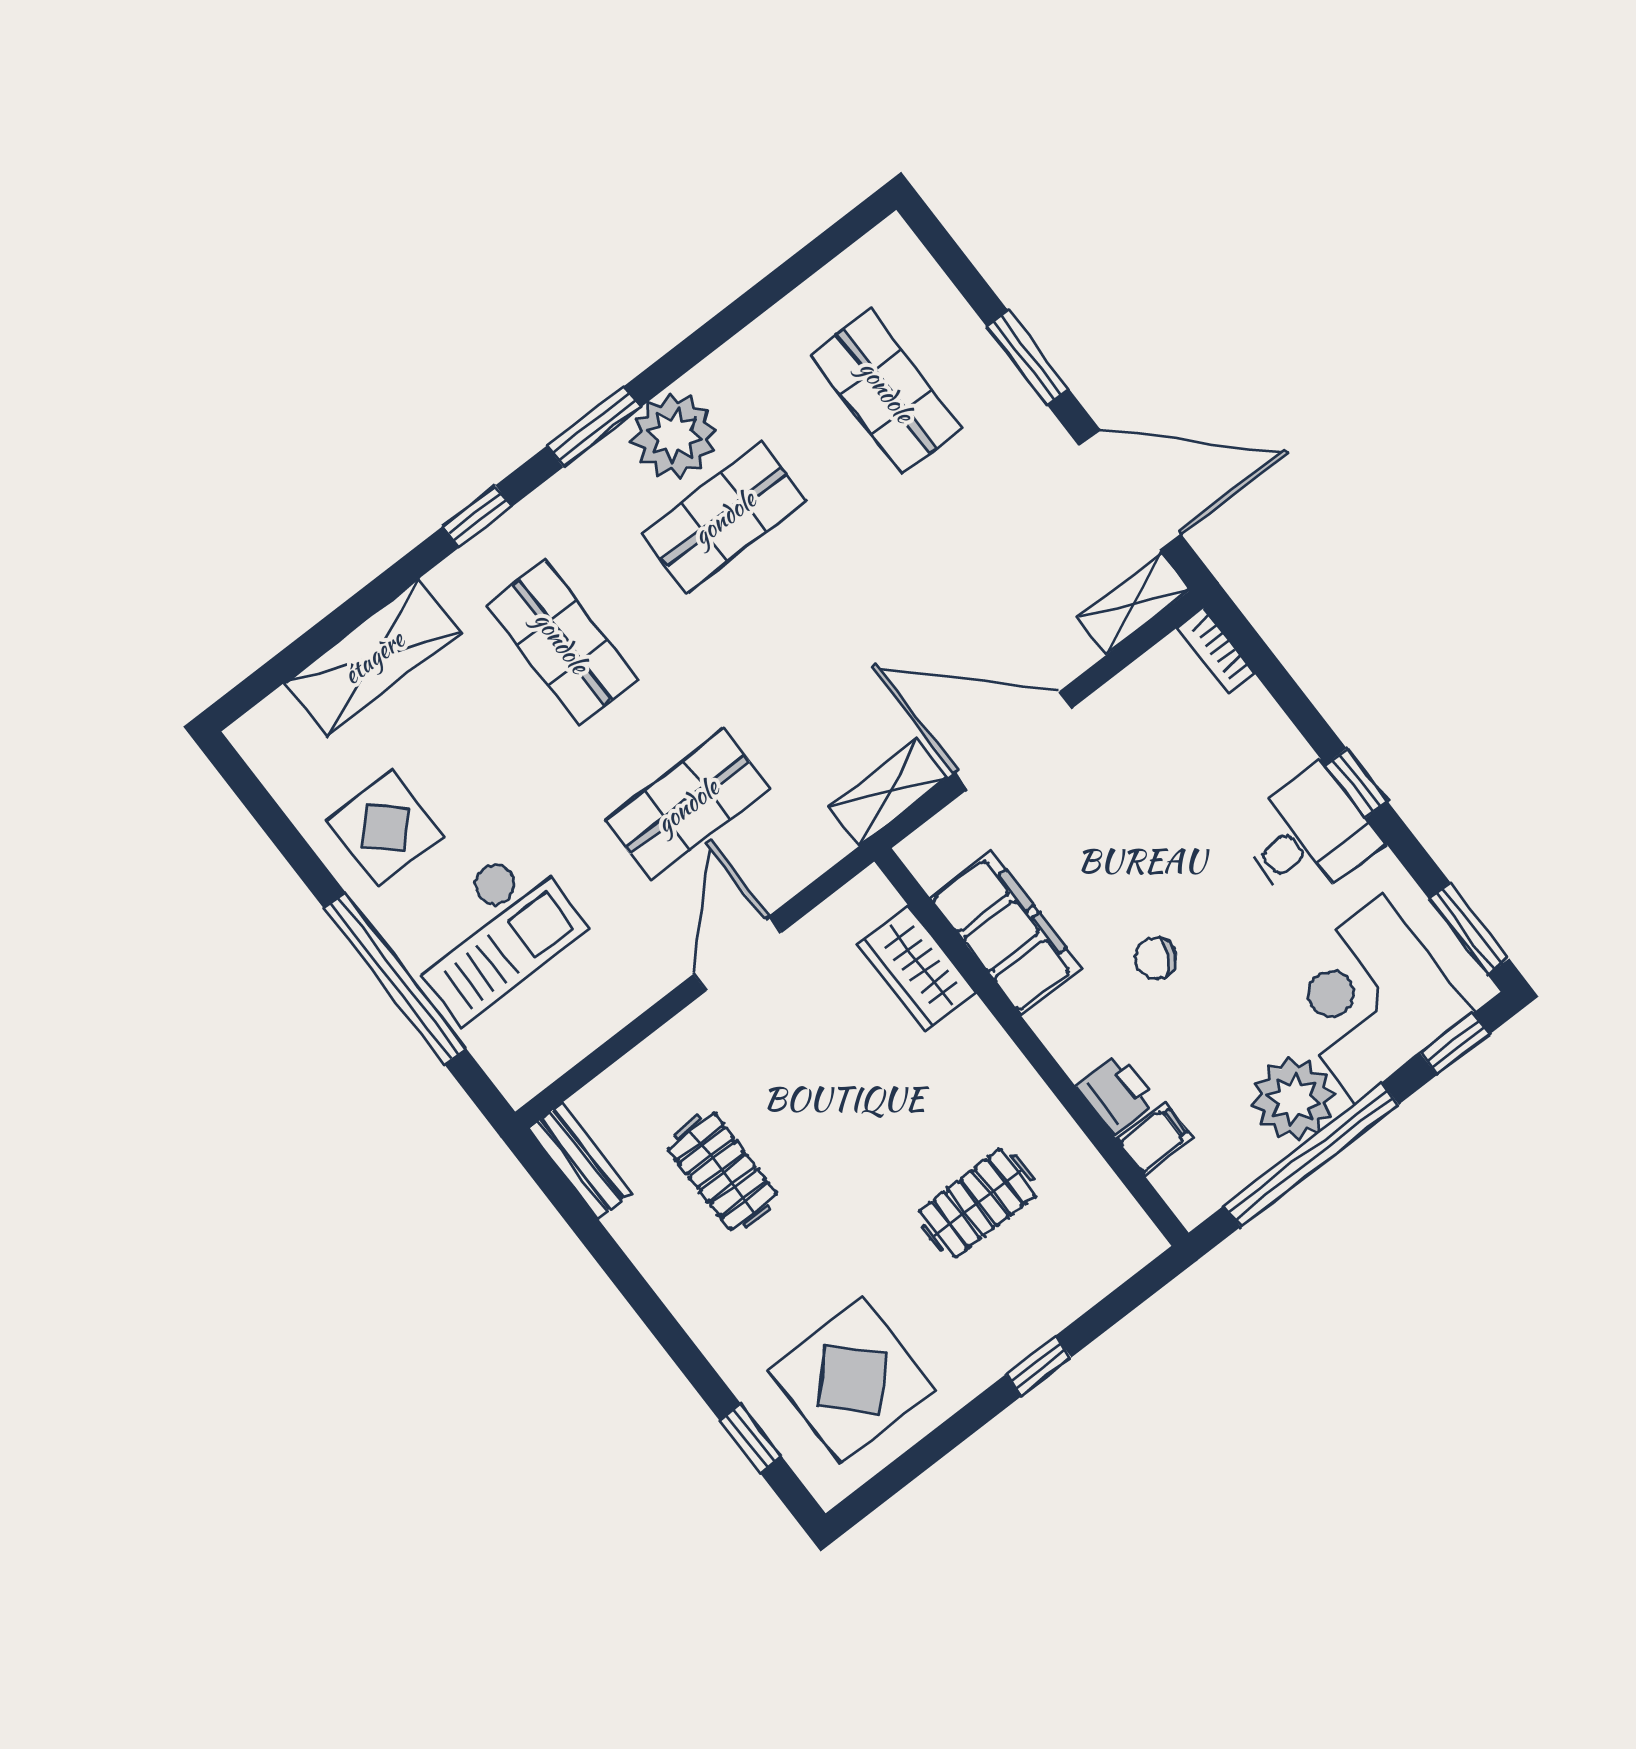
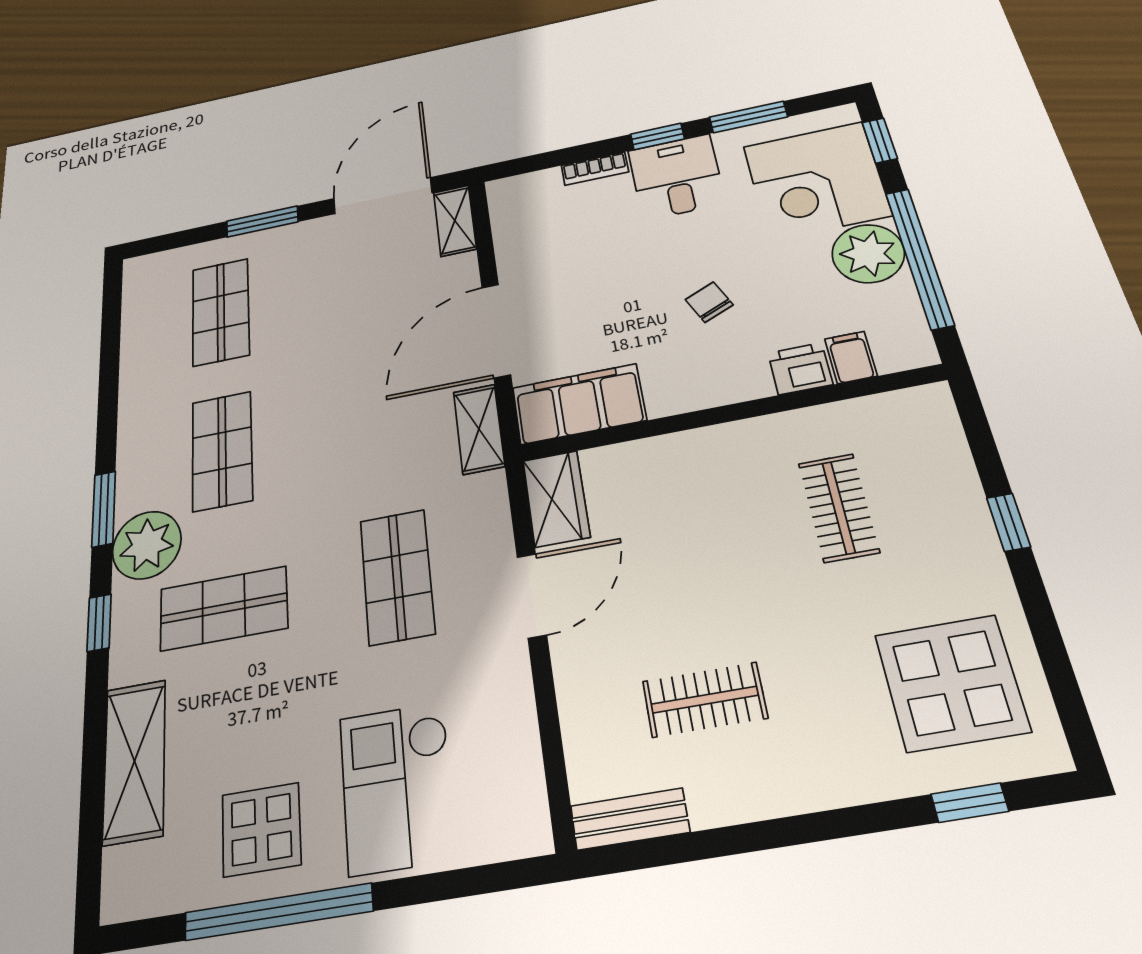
shop shelf: (887, 391) -> (221, 312), turned 90
plant: (674, 436) -> (147, 545), moved
bookcase: (1216, 651) -> (595, 169), moved
window: (1469, 929) -> (748, 117), moved
checkout: (491, 933) -> (397, 787), turned 180
filing cabinet: (1006, 933) -> (579, 404), moved
door: (737, 954) -> (532, 596), swing flipped
chair: (1156, 958) -> (709, 302), turned 130
wardrobe: (917, 968) -> (556, 498), moved, turned -90
window: (395, 978) -> (278, 912), moved

